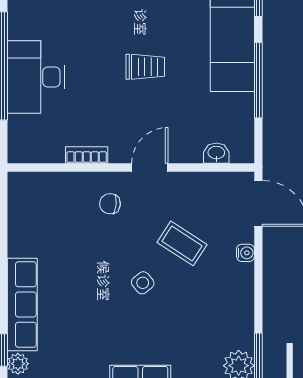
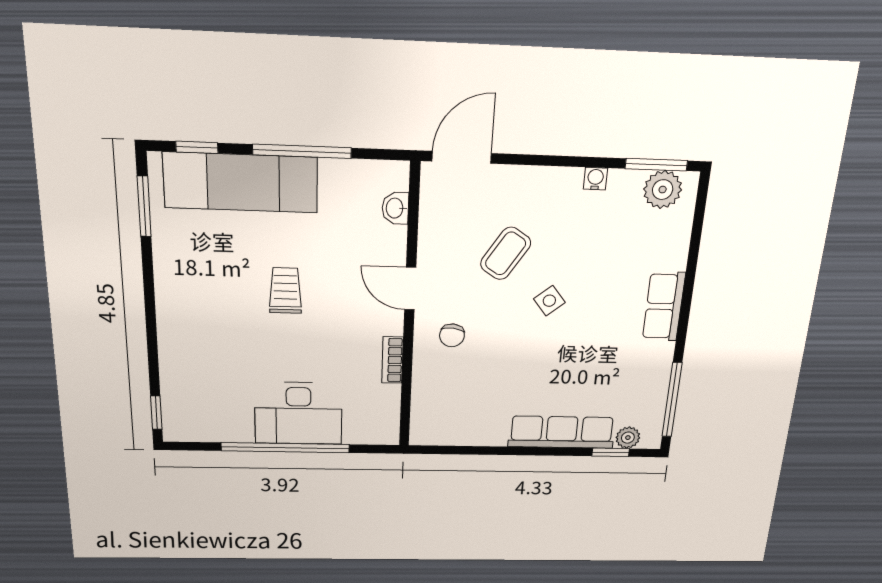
water cooler: (245, 253) -> (595, 179), moved

